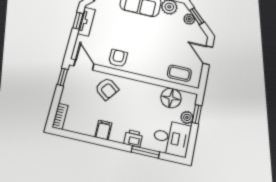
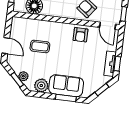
coffee table: (179, 73) -> (40, 46), moved

